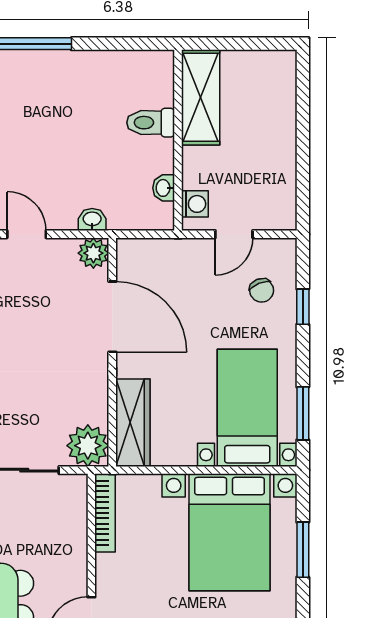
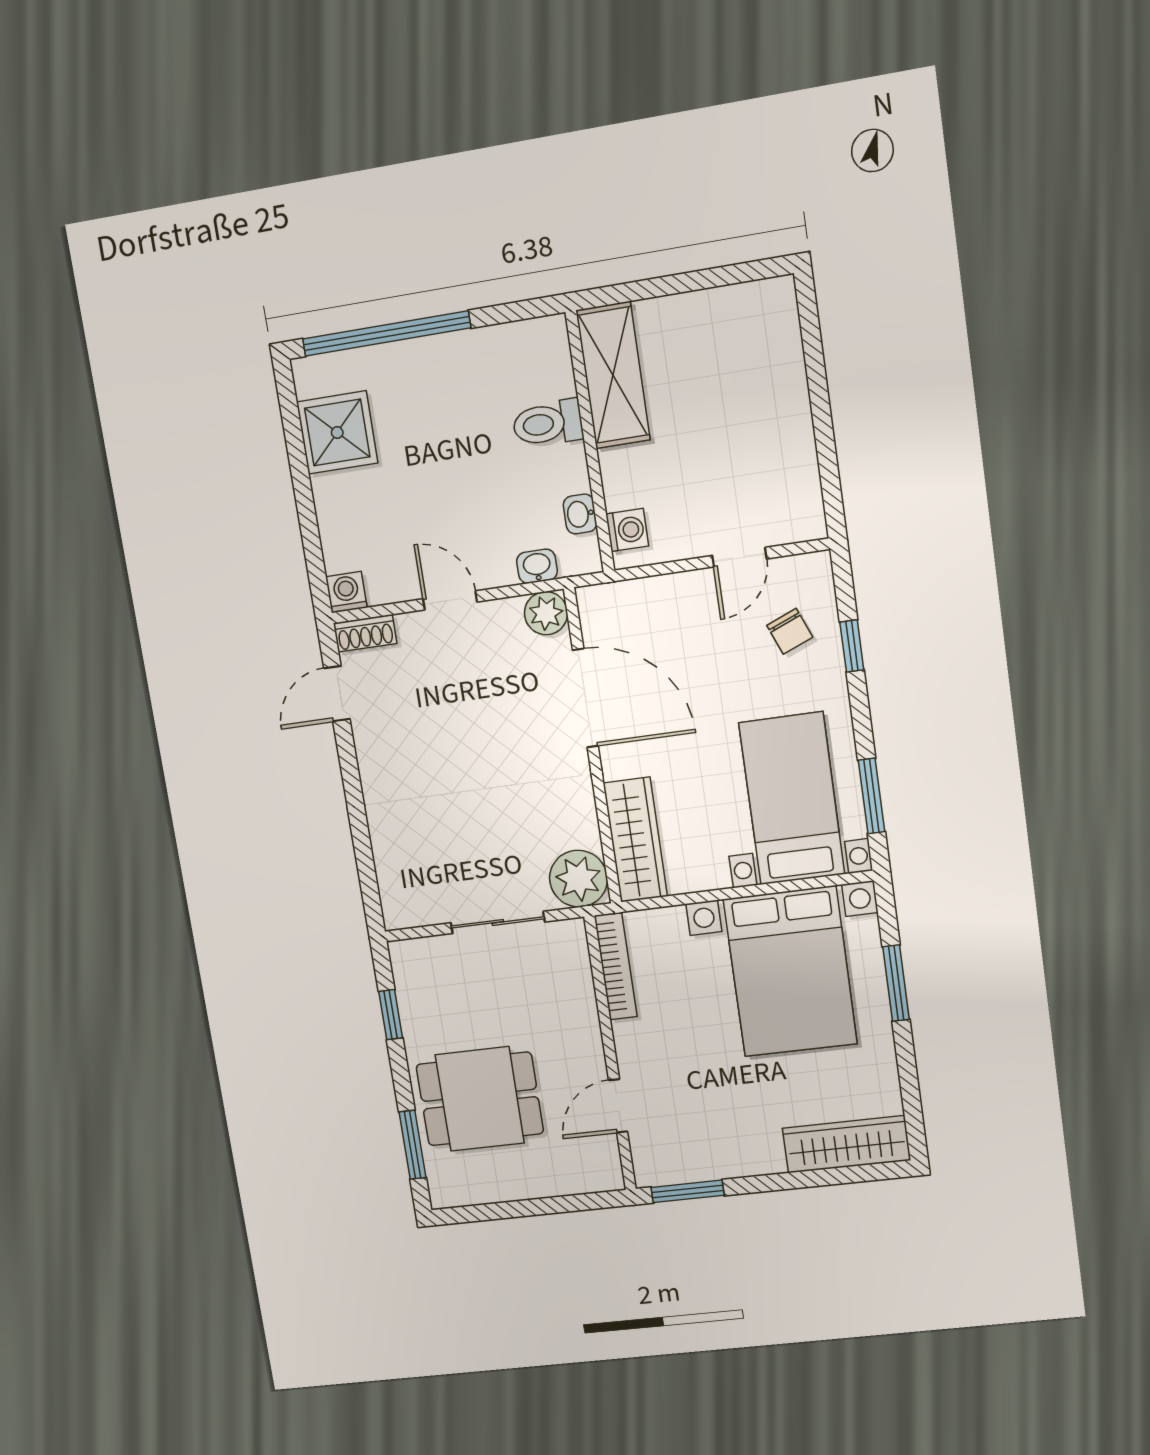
shelving: (201, 97) -> (613, 375), moved
toilet: (151, 123) -> (548, 423), moved
wall: (178, 140) -> (590, 442), moved
washbasin: (164, 188) -> (580, 514), moved
washing machine: (195, 204) -> (627, 530), moved

